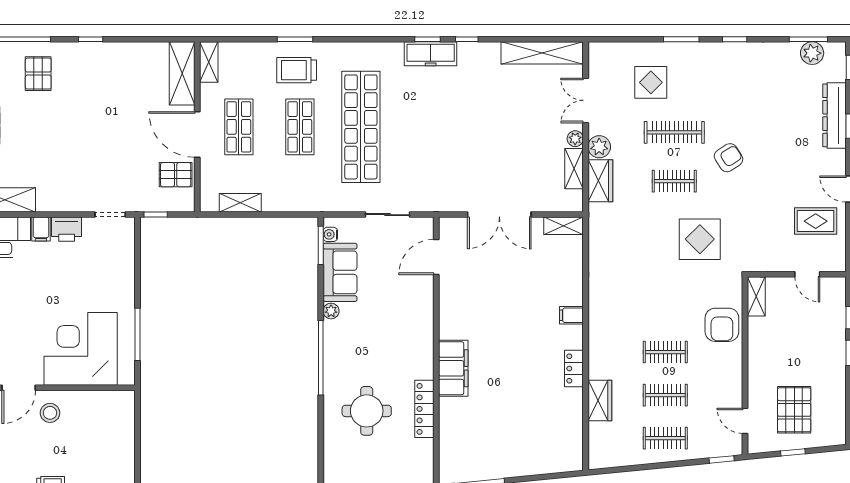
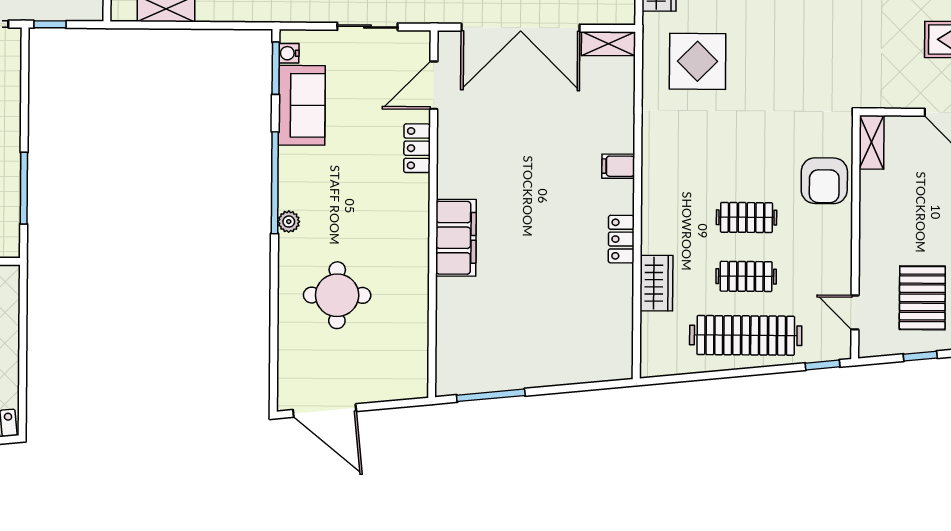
double door: (499, 215) -> (521, 28), width x1.36
display table: (700, 239) -> (698, 61), moved
plant: (331, 311) -> (289, 222), moved
window: (321, 358) -> (275, 183), moved
locker: (424, 409) -> (417, 148), moved, width x0.66
clothes rail: (665, 438) -> (746, 335), width x1.86, depth x1.31

